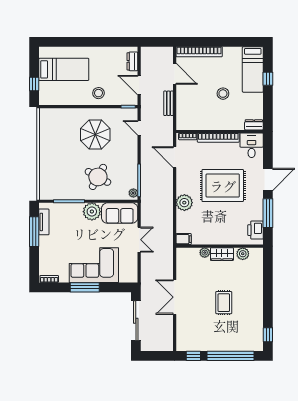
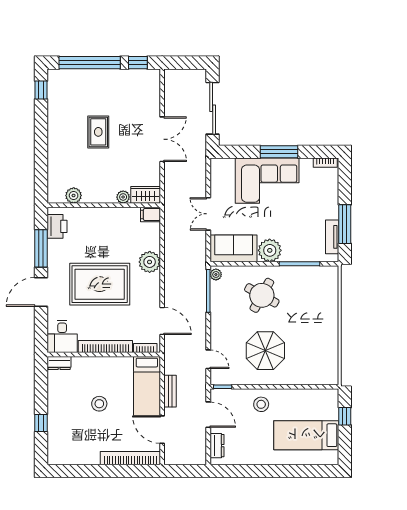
bed: (253, 69) -> (147, 386), moved, turned 180
wardrobe: (222, 254) -> (146, 195), moved

